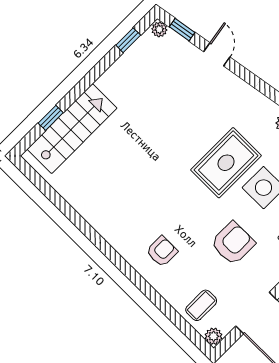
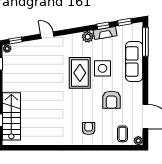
door: (217, 54) -> (47, 35), moved
armchair: (233, 243) -> (112, 100), turned 180

